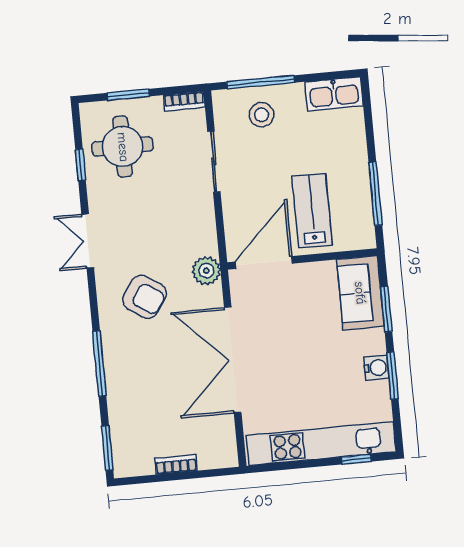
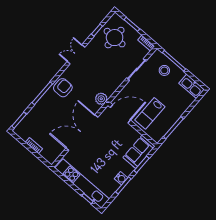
lab bench: (312, 211) -> (150, 113), turned 180
armchair: (145, 297) -> (63, 88), moved, turned -124

